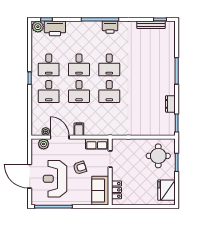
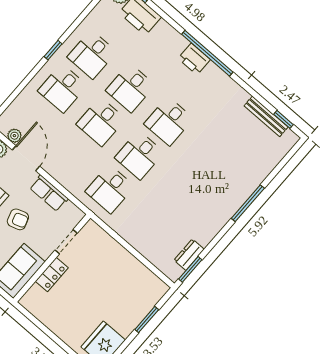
printer: (110, 27) -> (194, 59), moved
dresser: (170, 104) -> (189, 255), moved
desk: (109, 118) -> (110, 189), added
filing cabinet: (79, 129) -> (59, 170), removed
row of seats: (97, 144) -> (49, 193), moved
round table: (158, 156) -> (131, 291), removed
locker: (117, 190) -> (52, 274), moved

